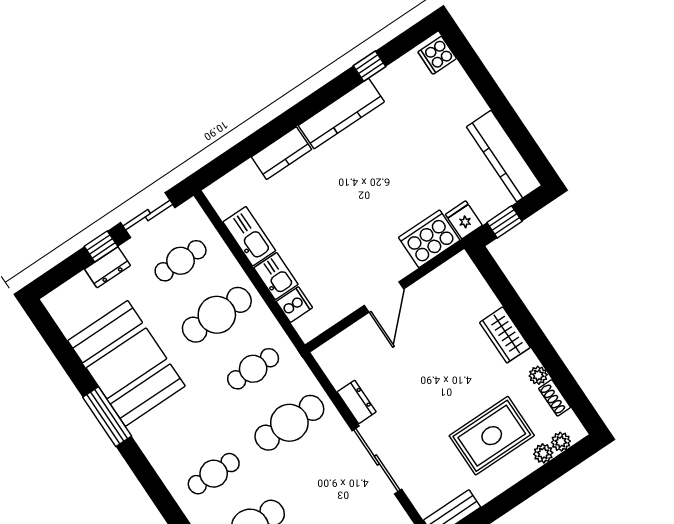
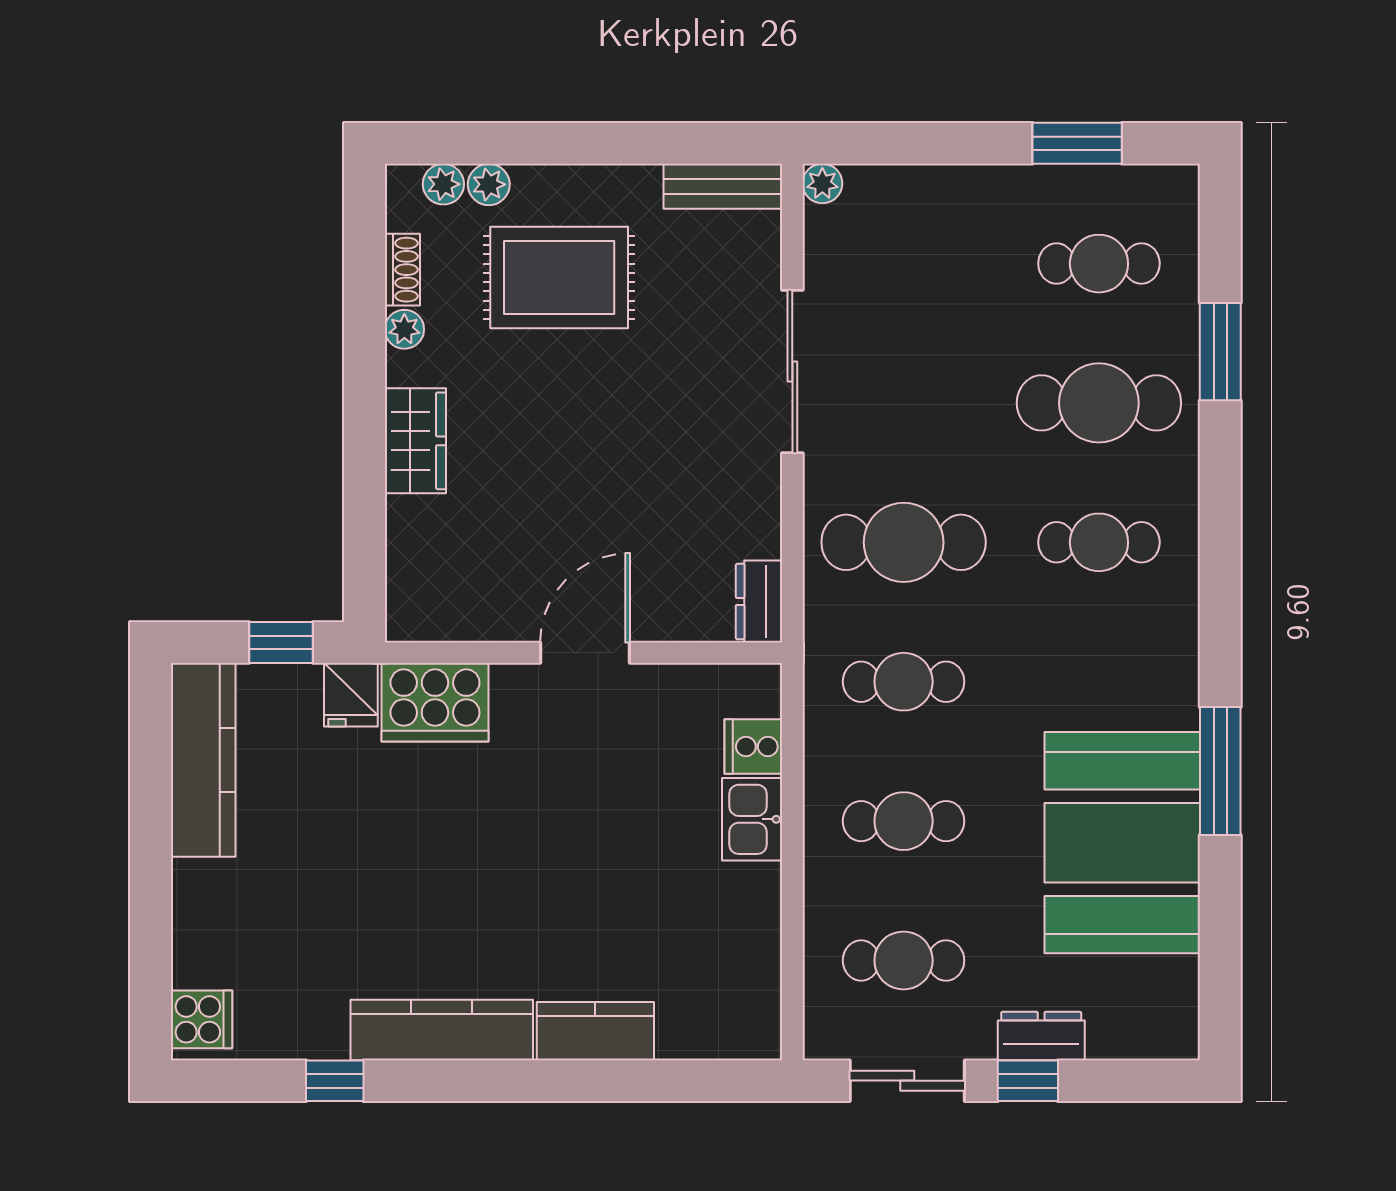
kitchen sink: (249, 236) -> (752, 922), removed
cafe table: (217, 315) -> (904, 821), width x0.73, depth x0.74
dresser: (357, 402) -> (759, 601), moved

